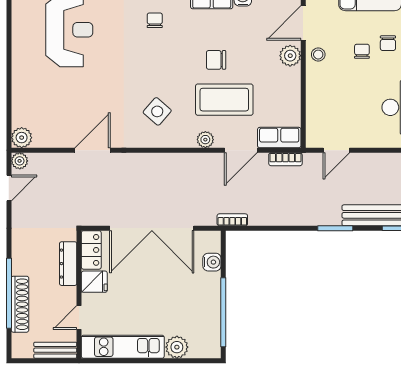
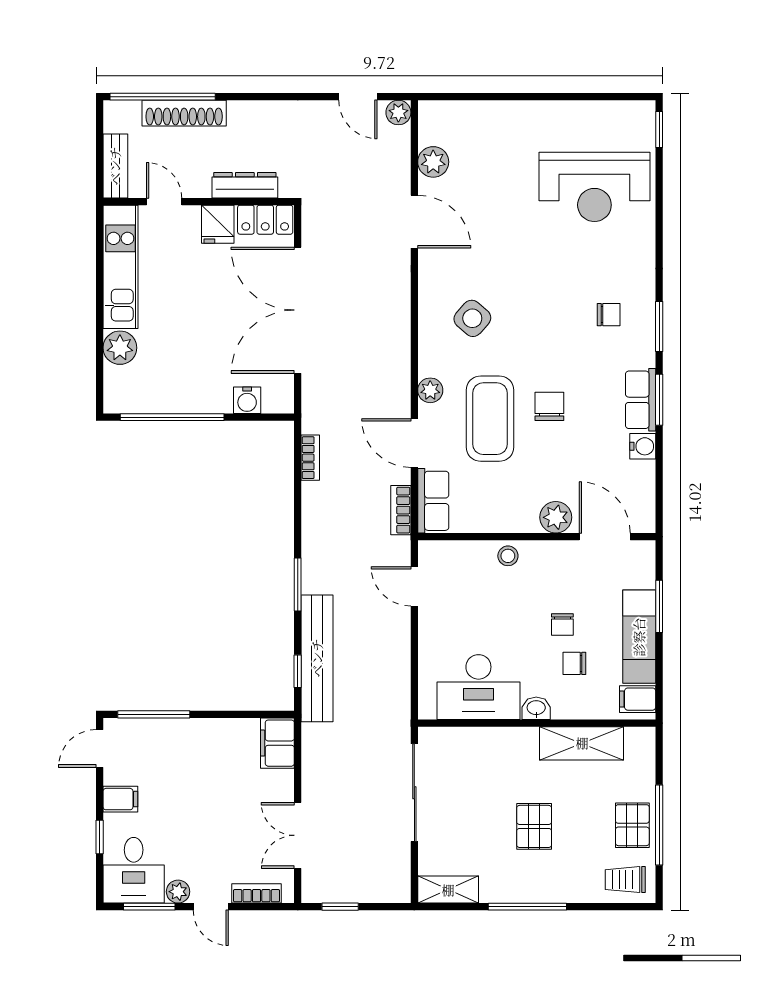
chair: (362, 51) -> (562, 624), turned 90
stool: (318, 55) -> (508, 556), moved
plant: (22, 138) -> (433, 162), moved
bookcase: (232, 220) -> (310, 458), moved
window: (9, 293) -> (163, 97), moved

